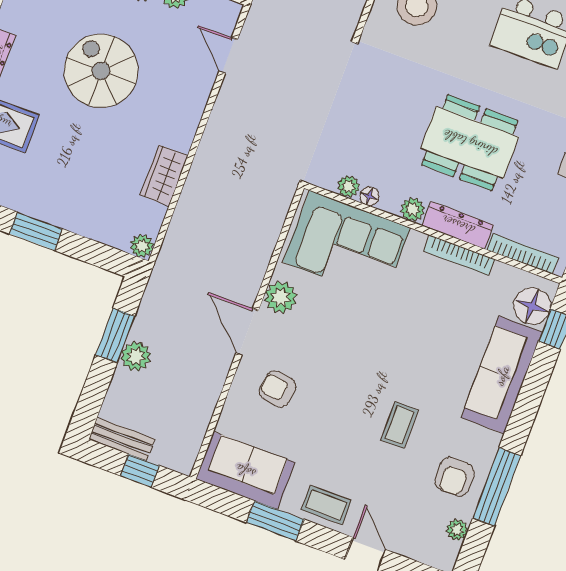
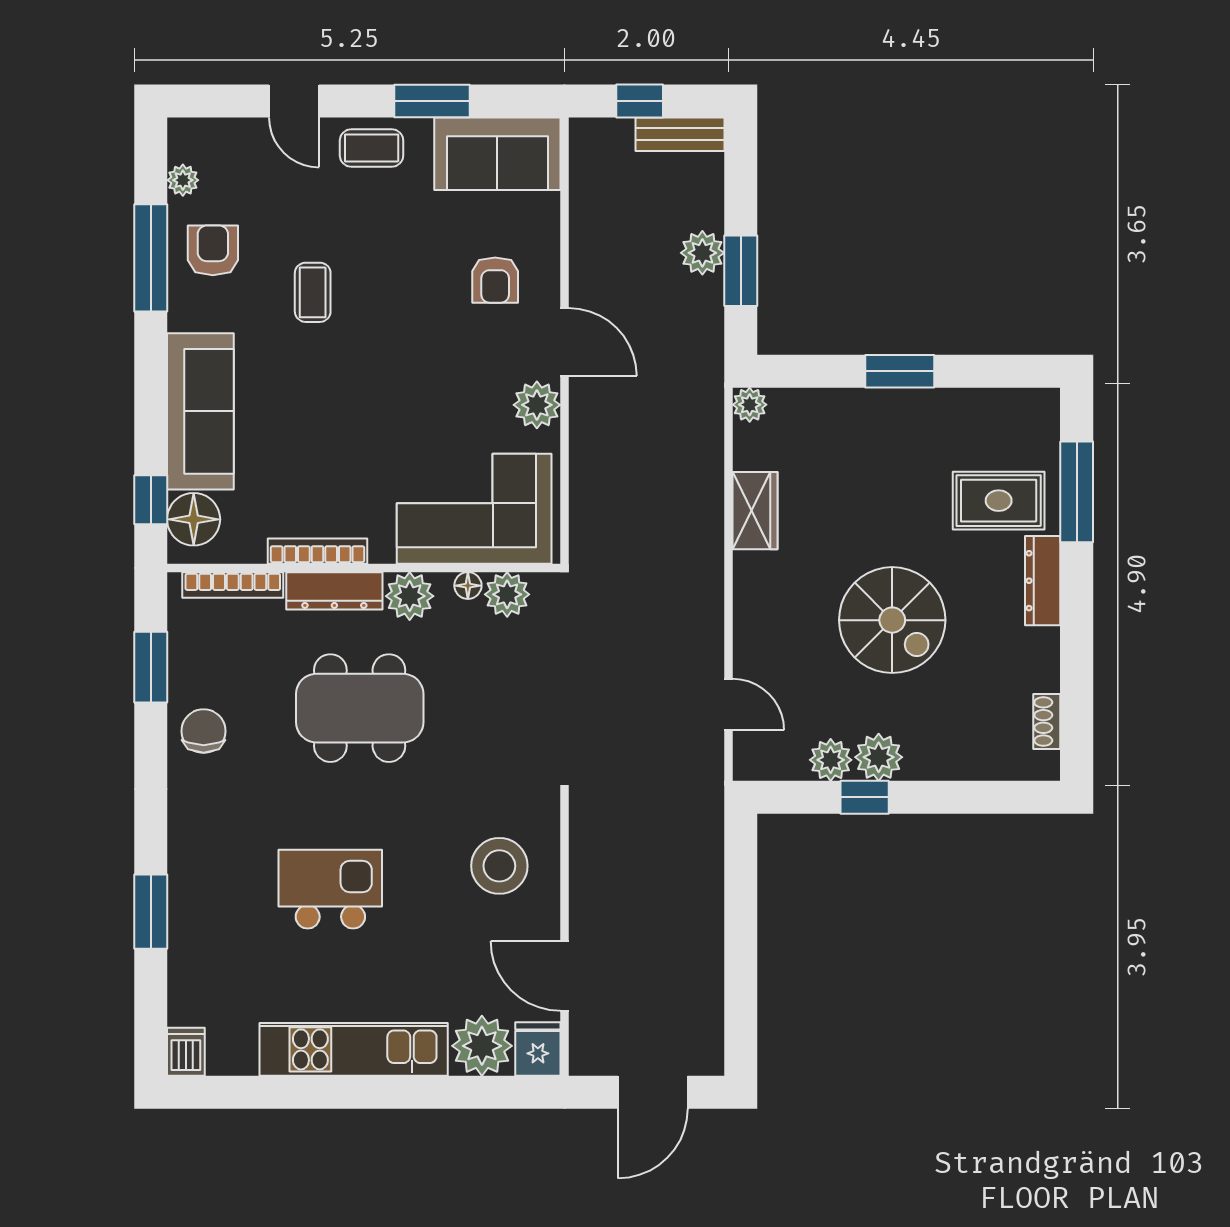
plant: (348, 186) -> (507, 594), width x1.38, depth x1.38
plant: (413, 209) -> (410, 596), width x1.38, depth x1.38
armchair: (278, 389) -> (495, 280), turned 82

